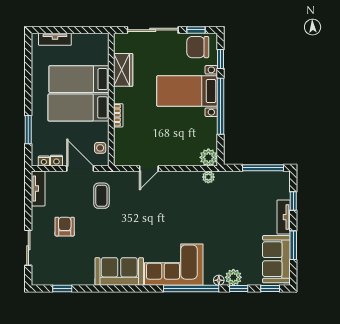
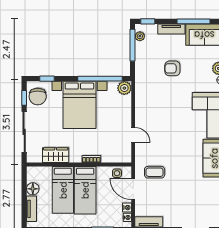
floor lamp: (80, 41) -> (33, 189), added
bed with nightstands: (187, 91) -> (79, 105), width x1.36
window: (220, 106) -> (100, 79), moved
door: (80, 169) -> (133, 189), hinge flipped
plant: (208, 177) -> (140, 36), moved
window: (293, 201) -> (148, 21), moved
armchair: (65, 227) -> (172, 68), moved
window: (293, 245) -> (193, 21), width x1.44

